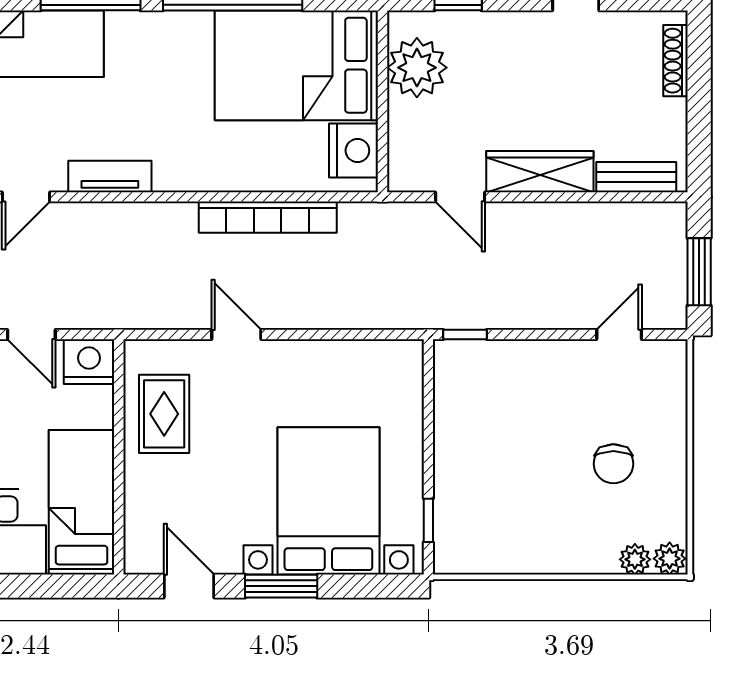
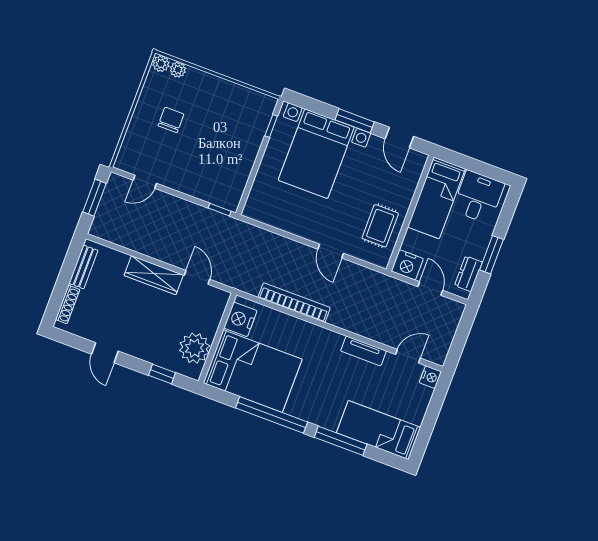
bench: (636, 177) -> (83, 267), moved, turned 90

